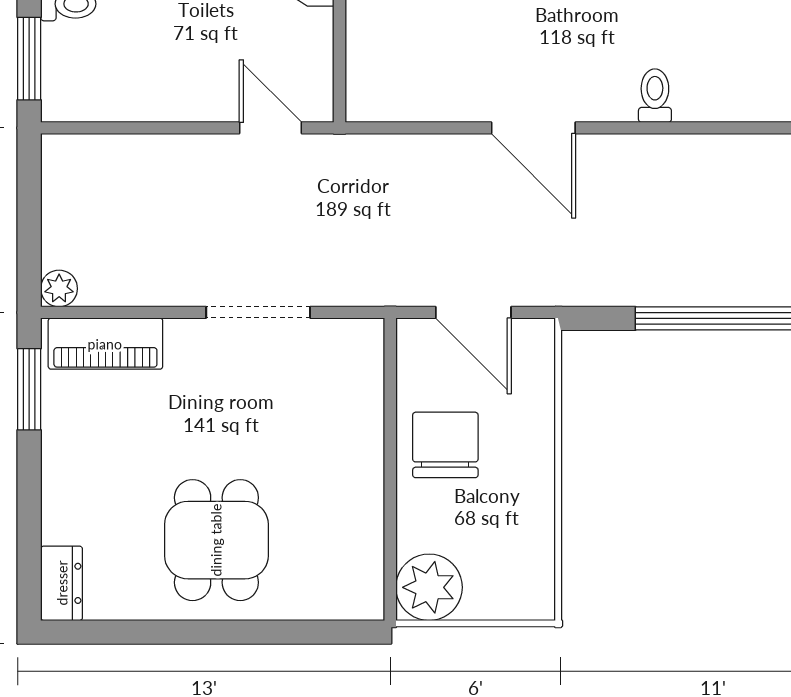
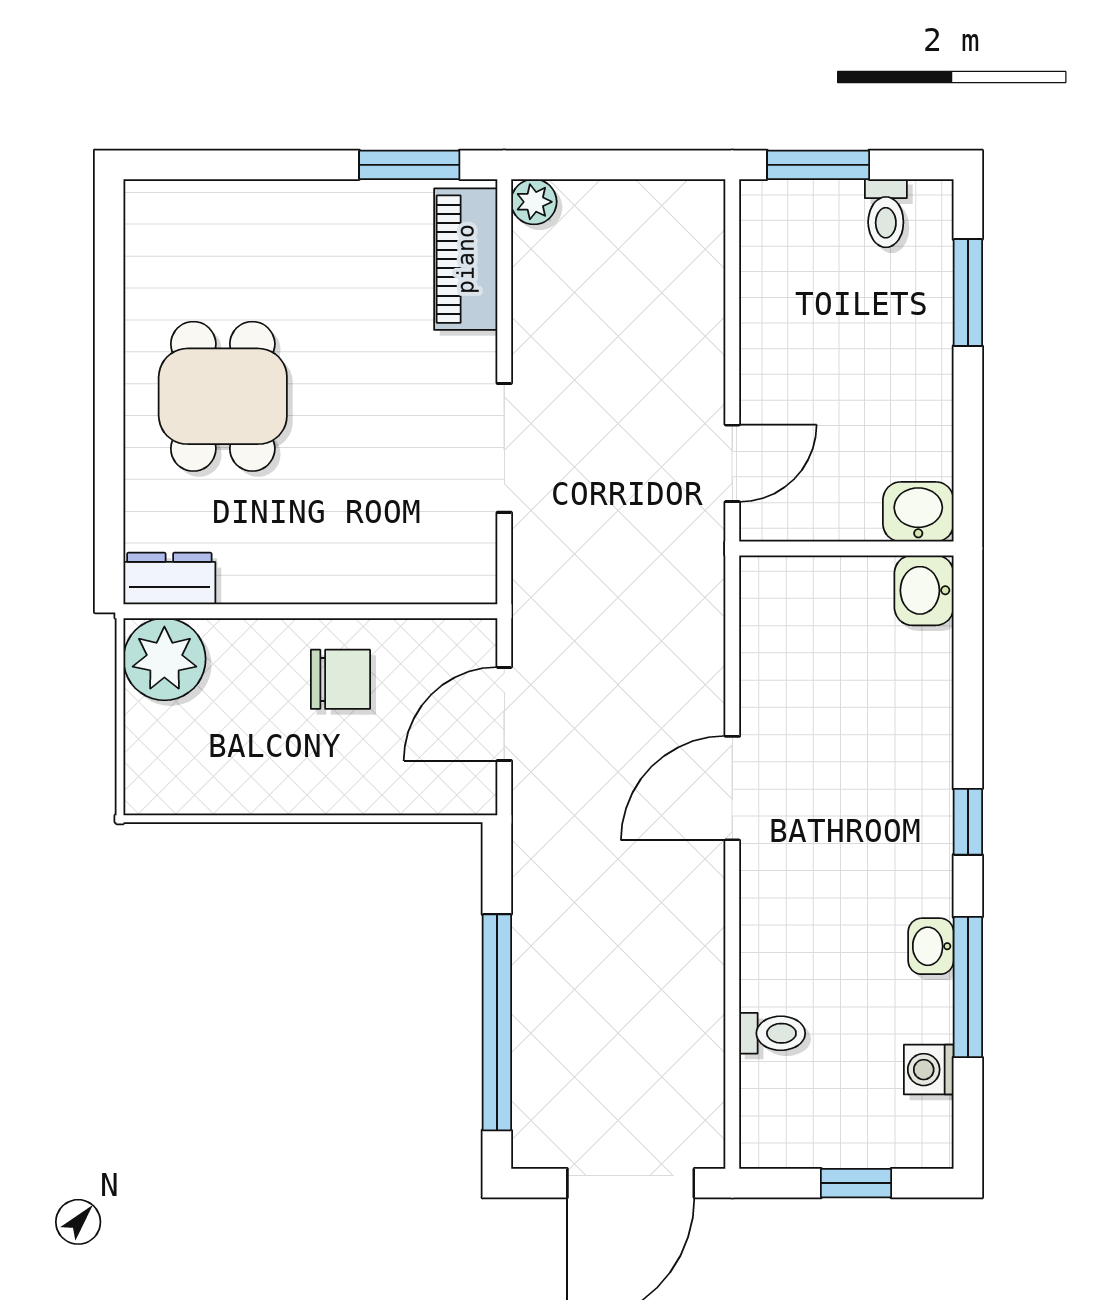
toilet: (655, 96) -> (772, 1033), moved
chair: (445, 445) -> (340, 679), width x0.73, depth x0.73
dining table: (216, 540) -> (223, 396), turned 90
dresser: (62, 583) -> (169, 579), moved, turned 180

